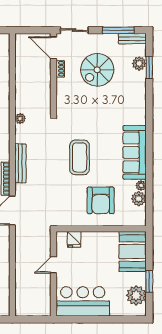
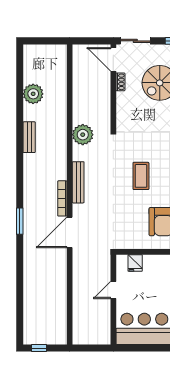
plant: (20, 119) -> (83, 135), width x1.87, depth x1.87
coffee table: (80, 157) -> (141, 176), width x0.73, depth x0.76

